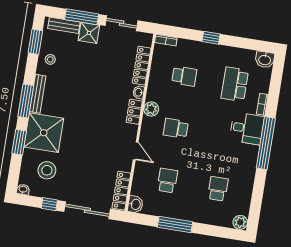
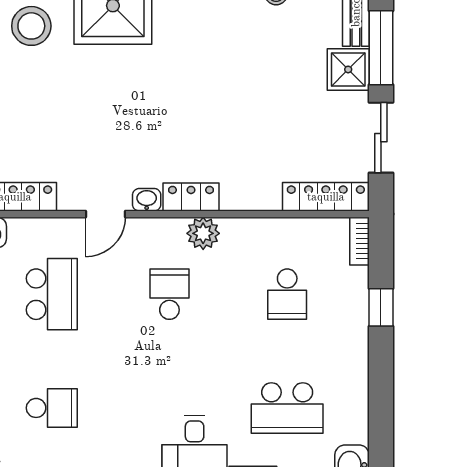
window: (211, 38) -> (381, 307), moved
locker: (142, 66) -> (326, 197), moved
school desk: (235, 84) -> (287, 408), turned 180
washbasin: (139, 92) -> (147, 200), moved
school desk: (167, 181) -> (52, 294), width x1.85

